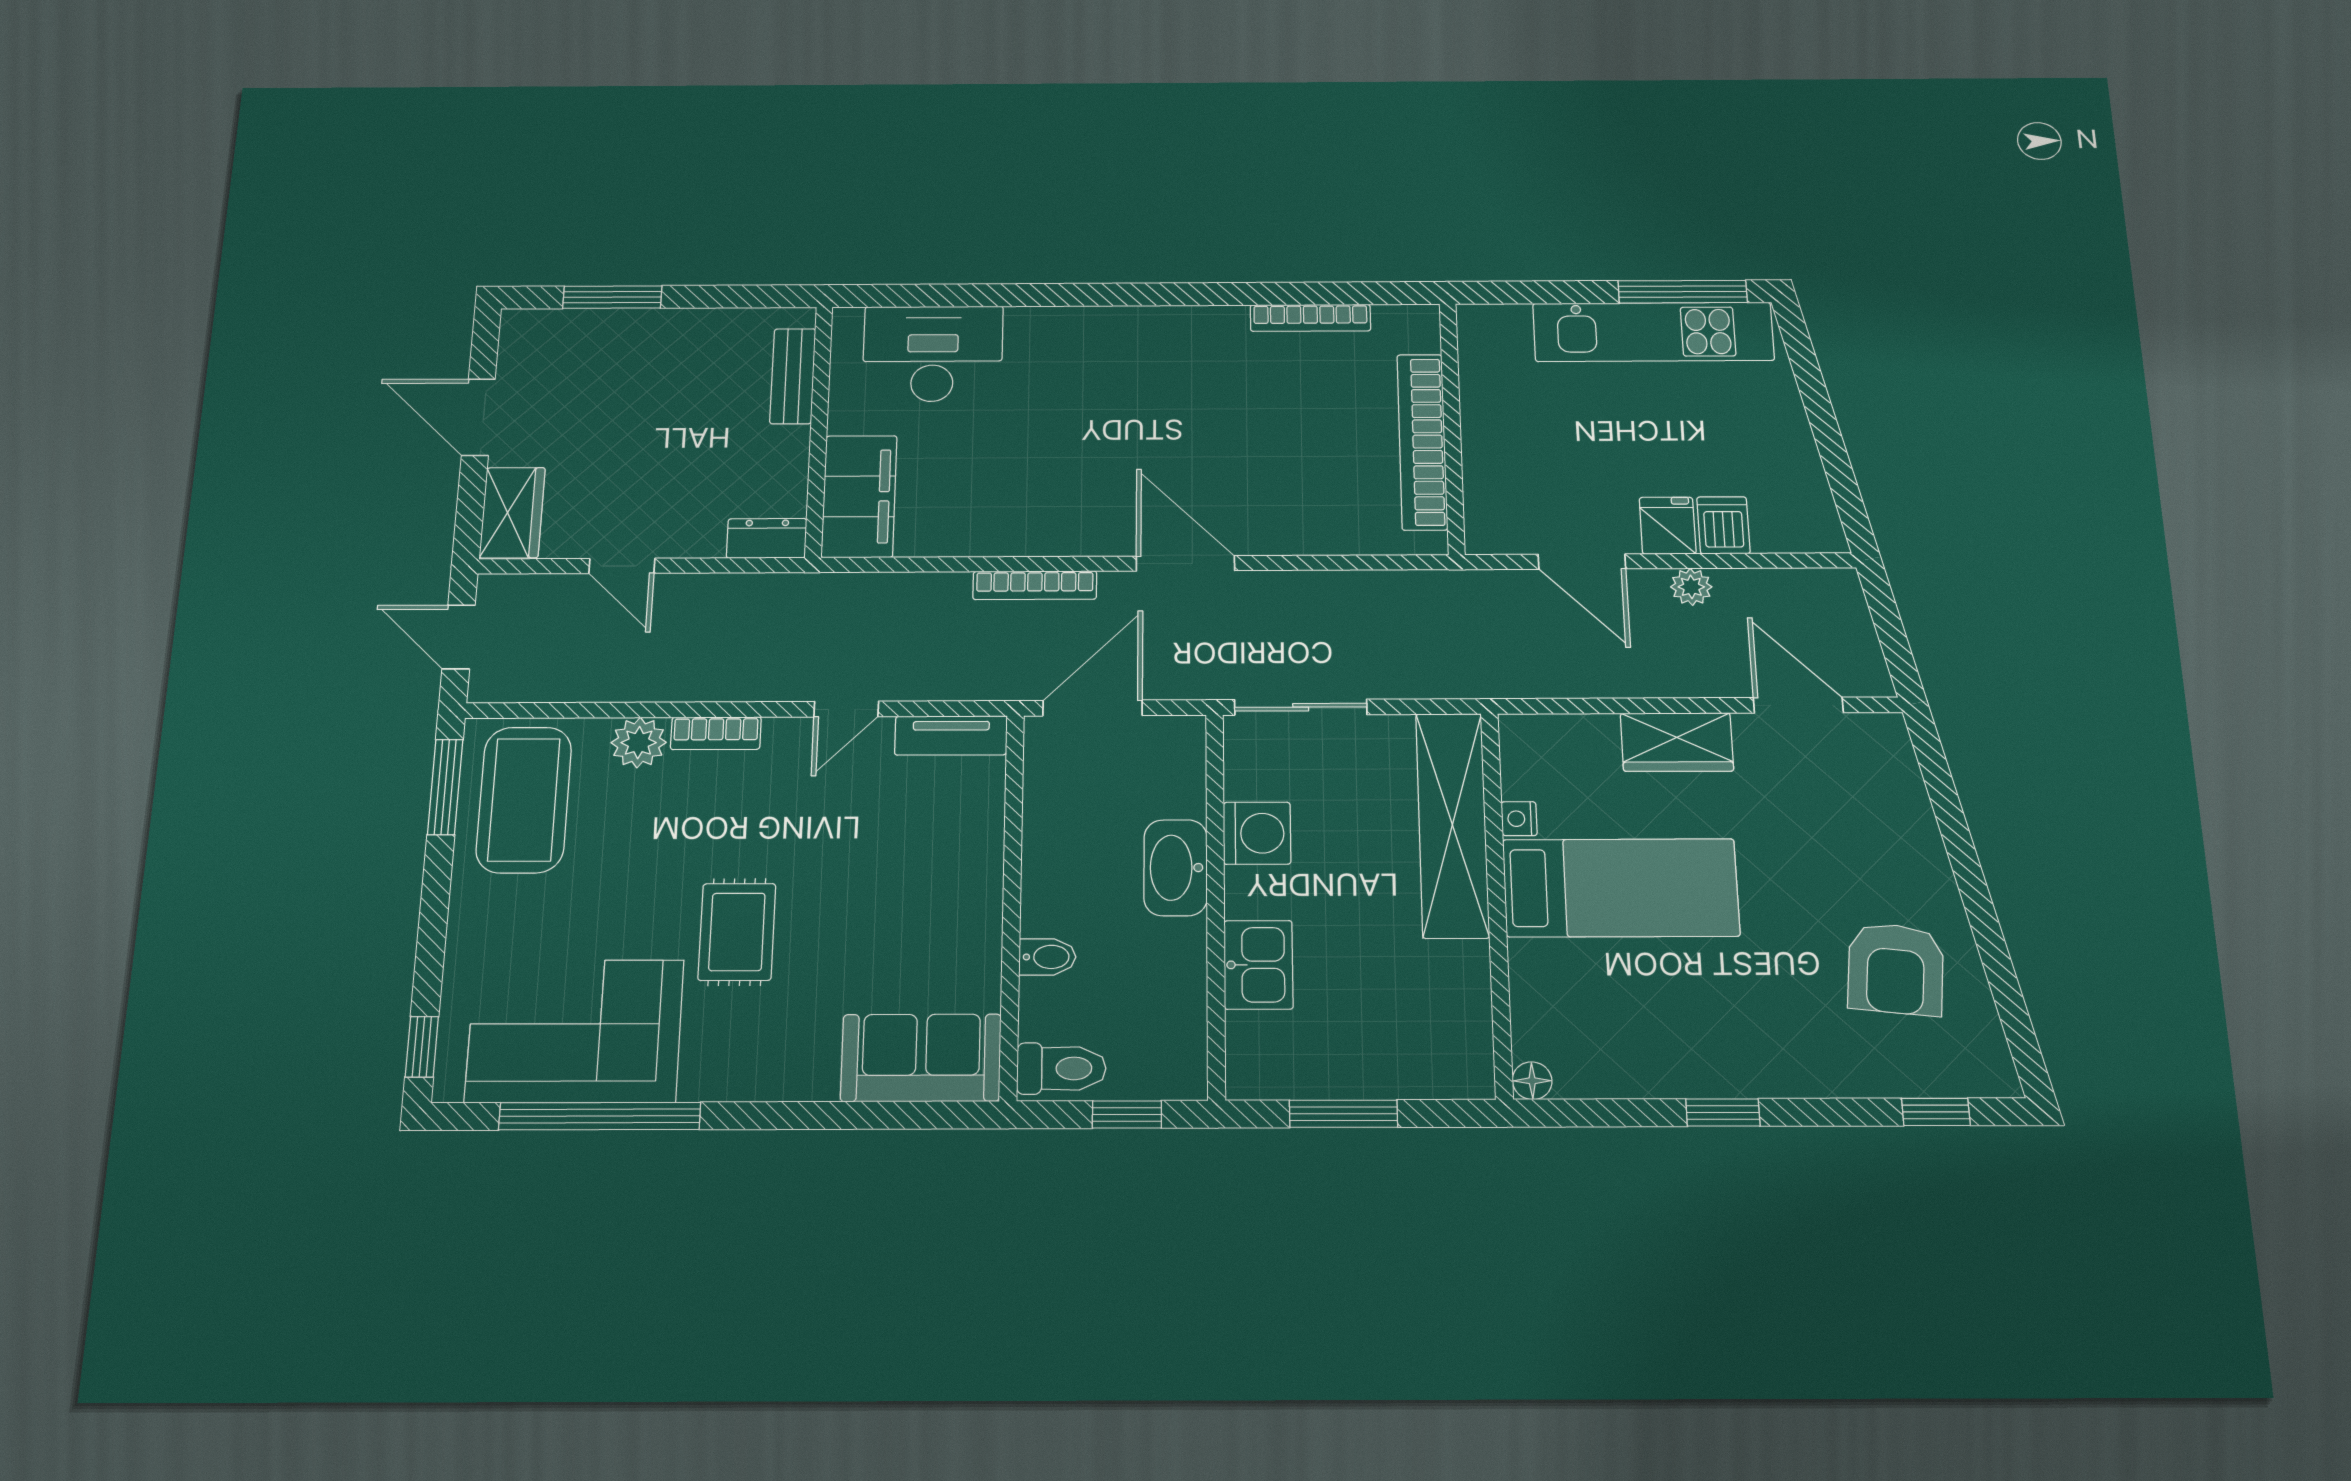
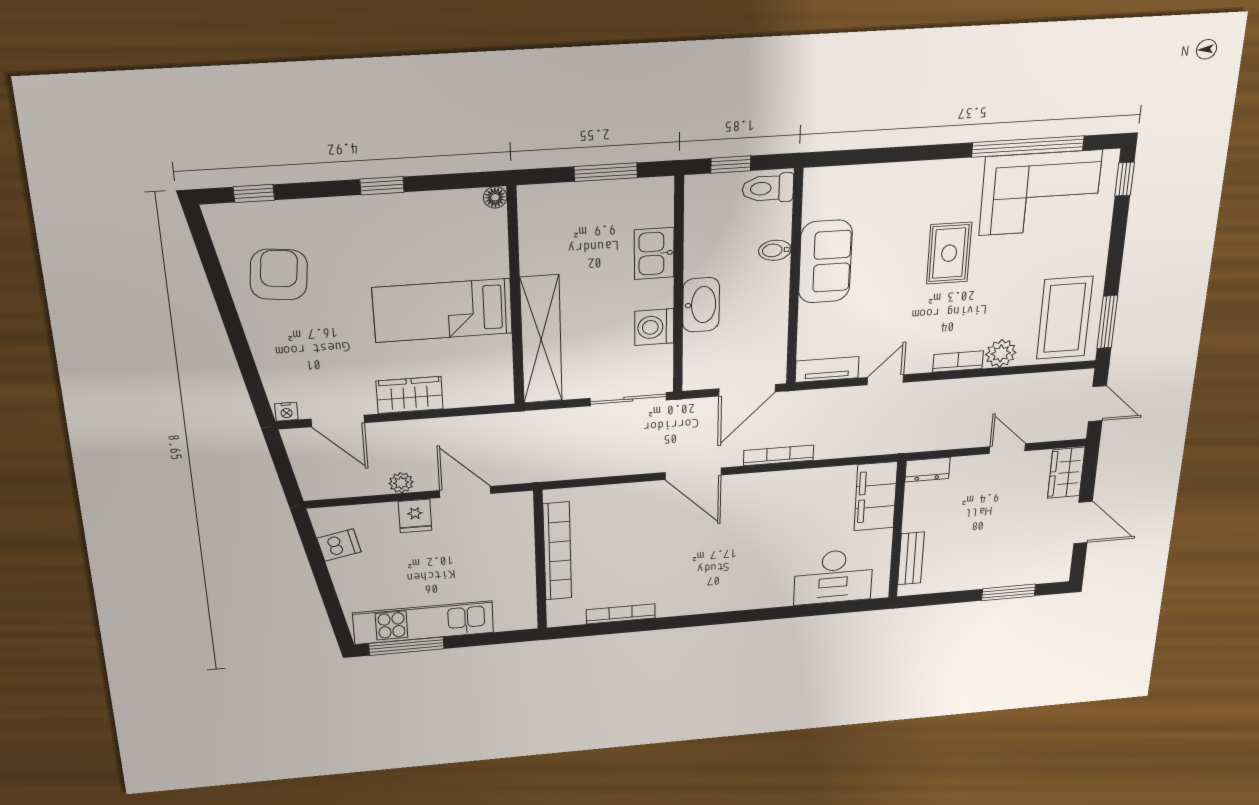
dishwasher: (1723, 525) -> (339, 545), moved, turned -102
nightstand: (1519, 819) -> (286, 412), moved, turned 90
sofa: (921, 1058) -> (825, 262), moved, turned -90

